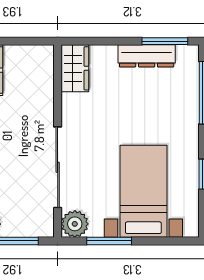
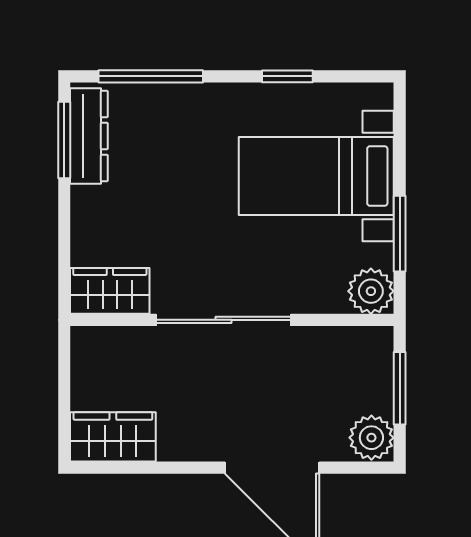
dresser: (147, 56) -> (89, 136), moved
sliding door: (58, 167) -> (223, 320), moved

